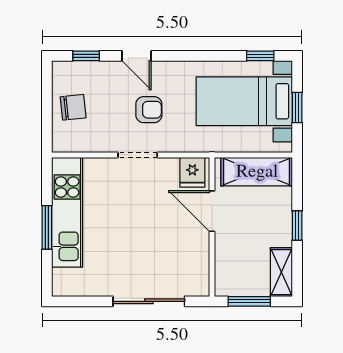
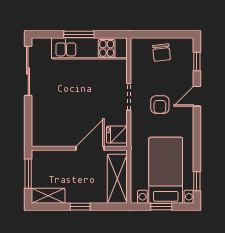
sliding door: (149, 301) -> (28, 71), moved

